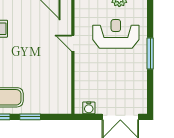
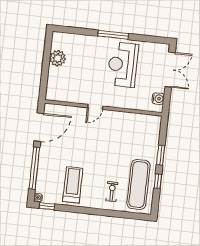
reception desk: (116, 34) -> (123, 65), moved

